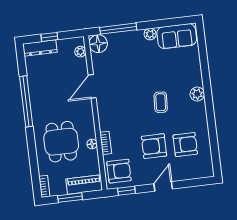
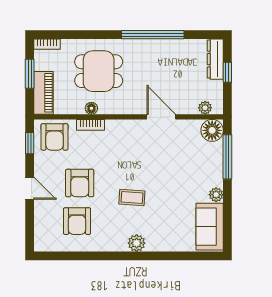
armchair: (154, 146) -> (80, 183), turned 180

